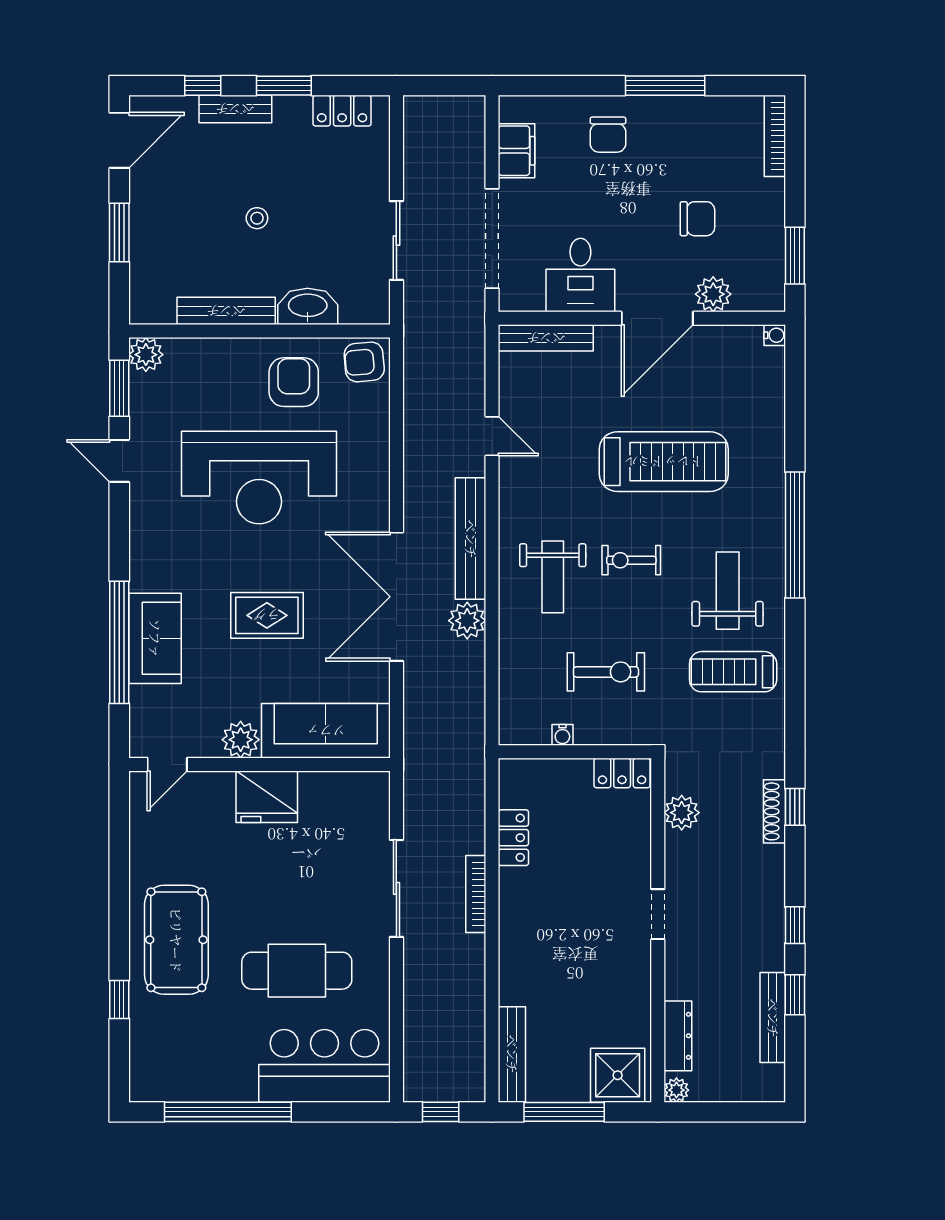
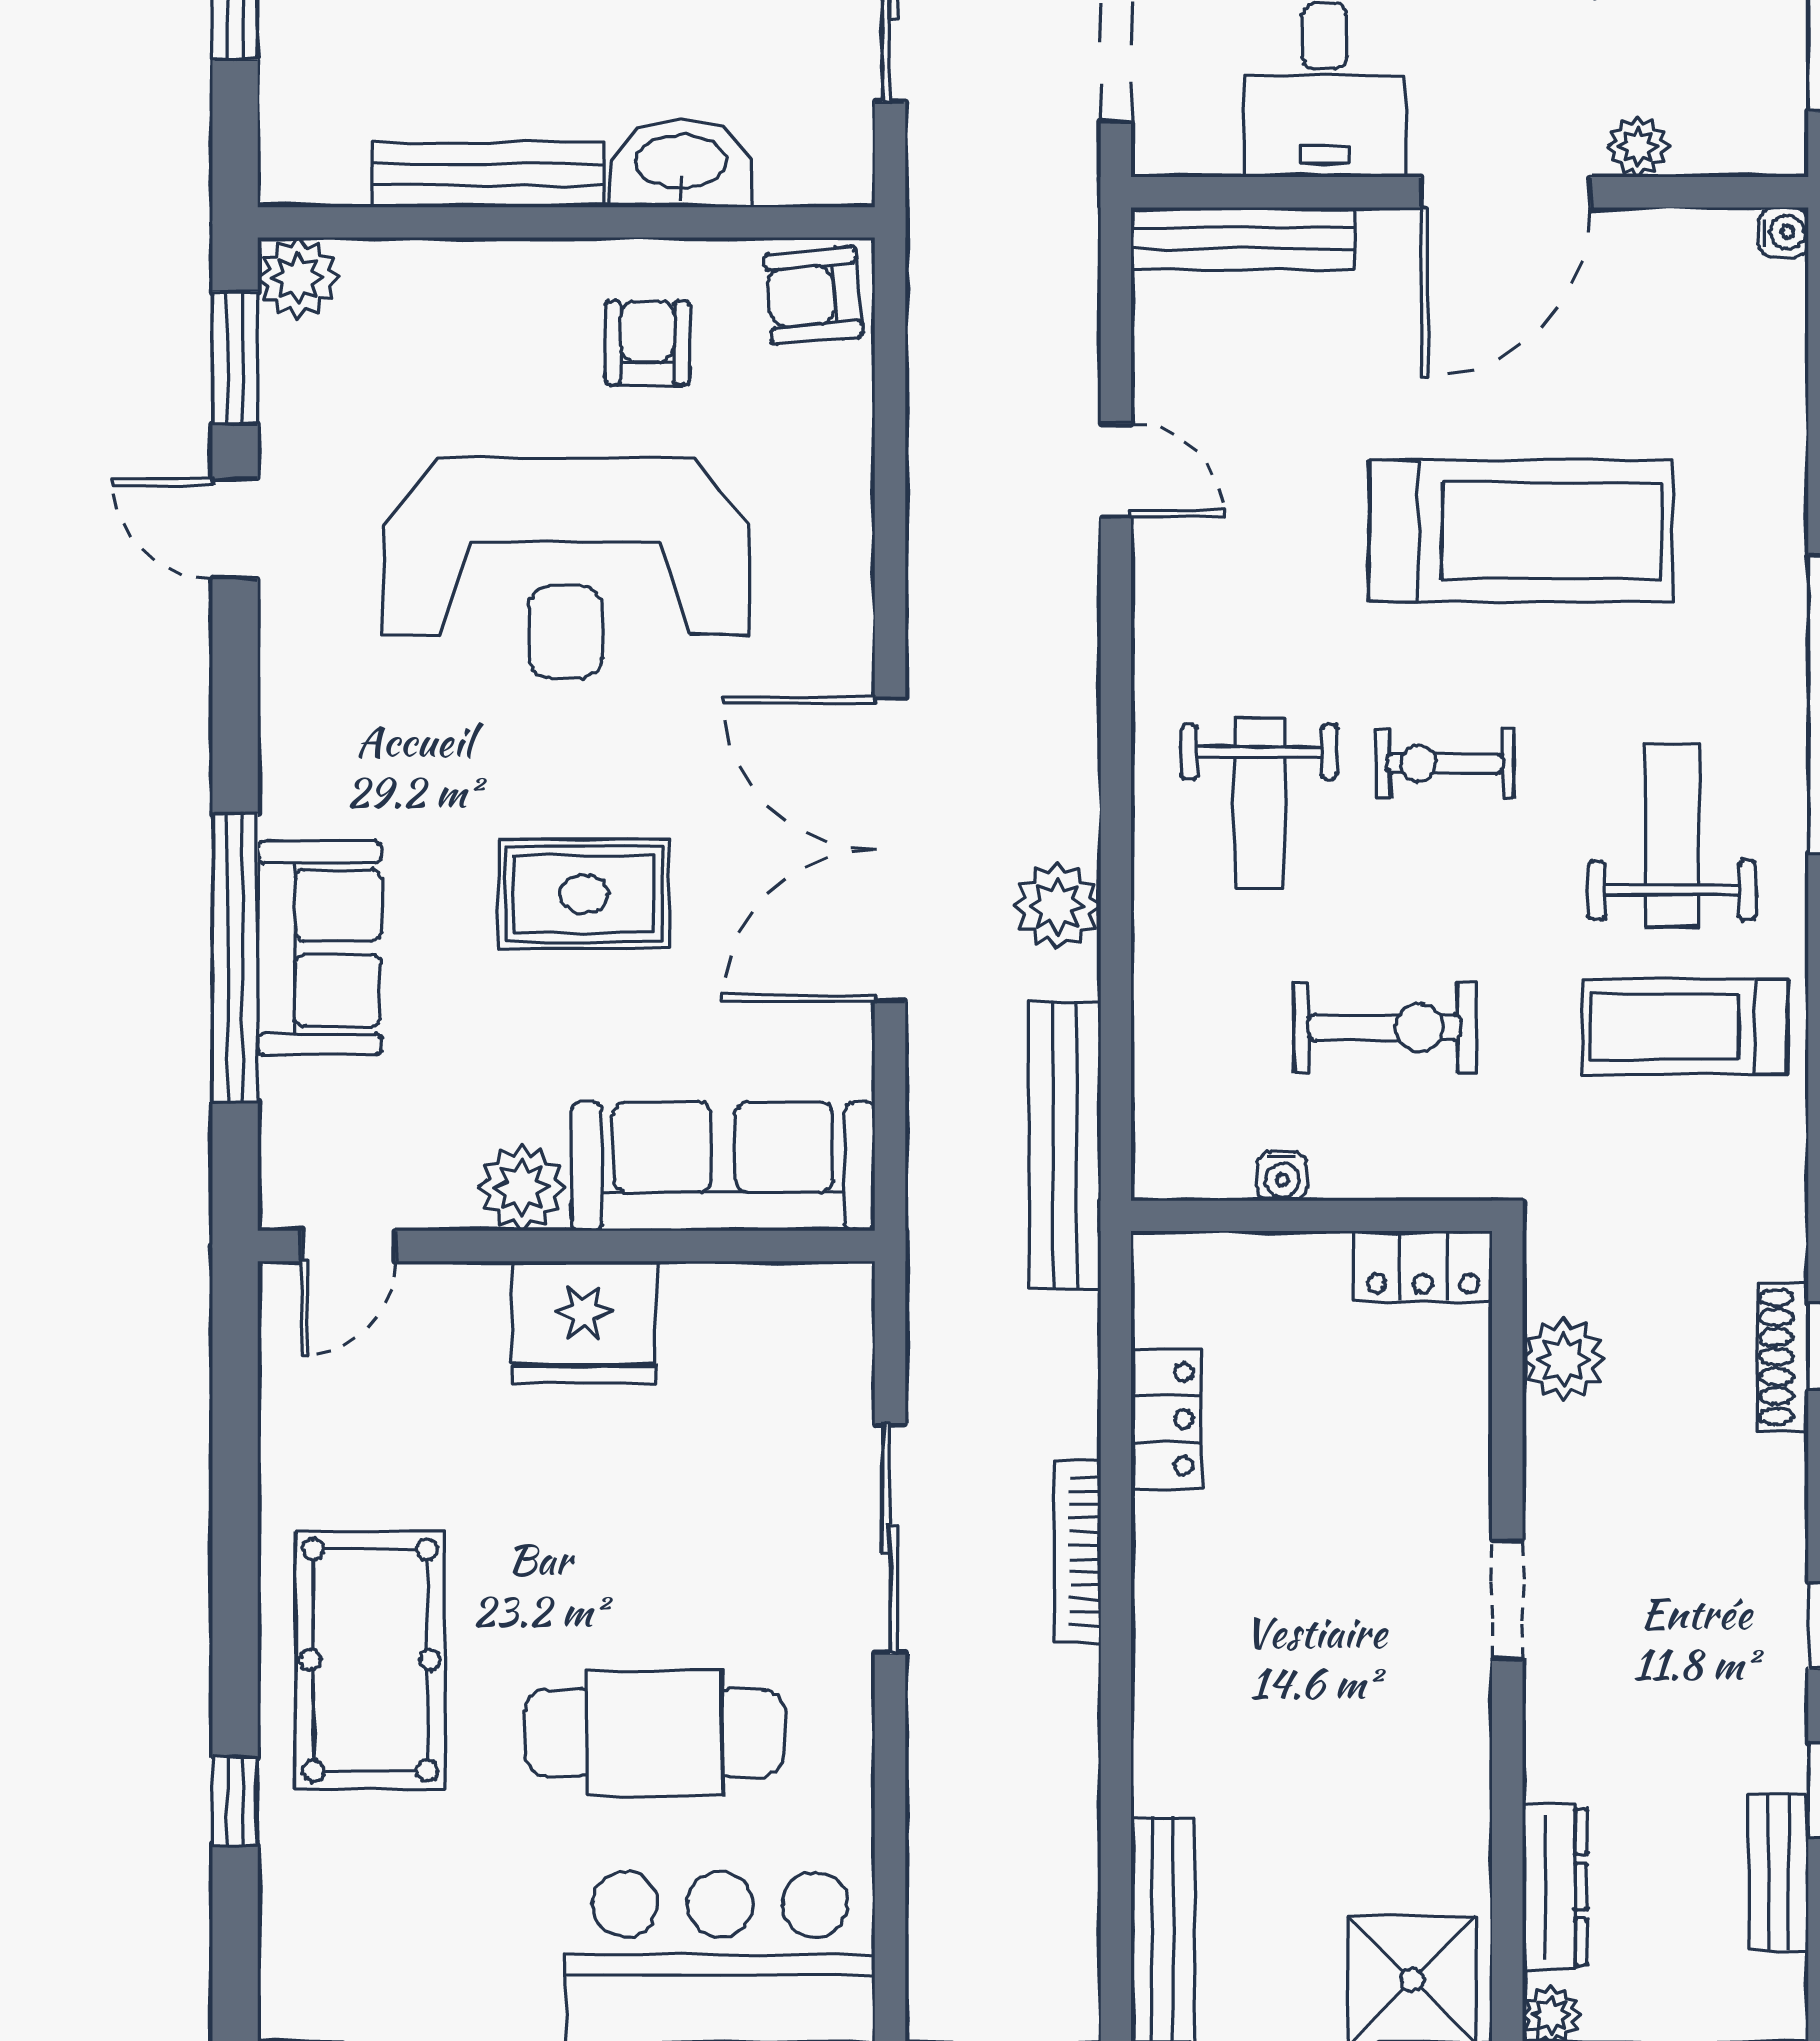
plant: (713, 294) -> (1638, 147), width x0.73, depth x0.73
armchair: (294, 382) -> (647, 343), width x0.72, depth x0.72
bench: (471, 539) -> (1065, 1146), moved
bench: (773, 1018) -> (1779, 1872), width x0.73

